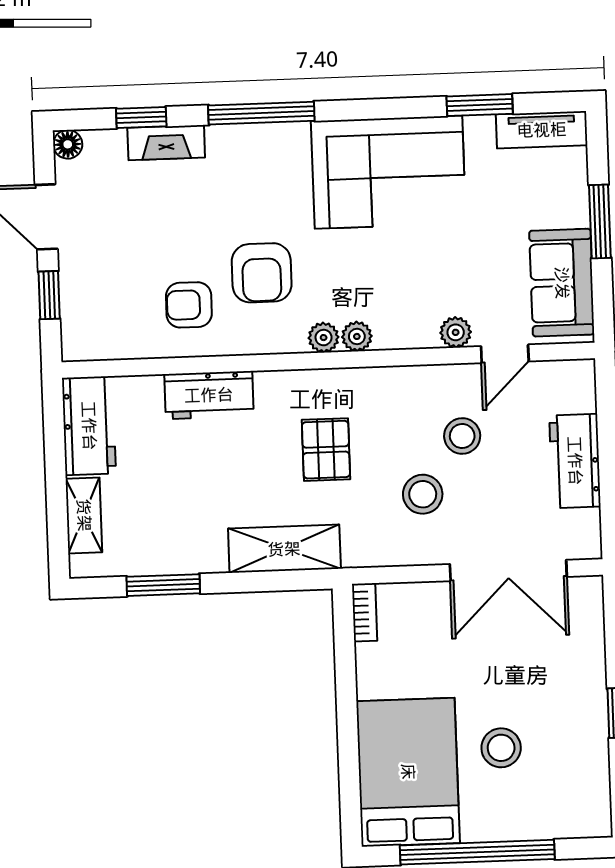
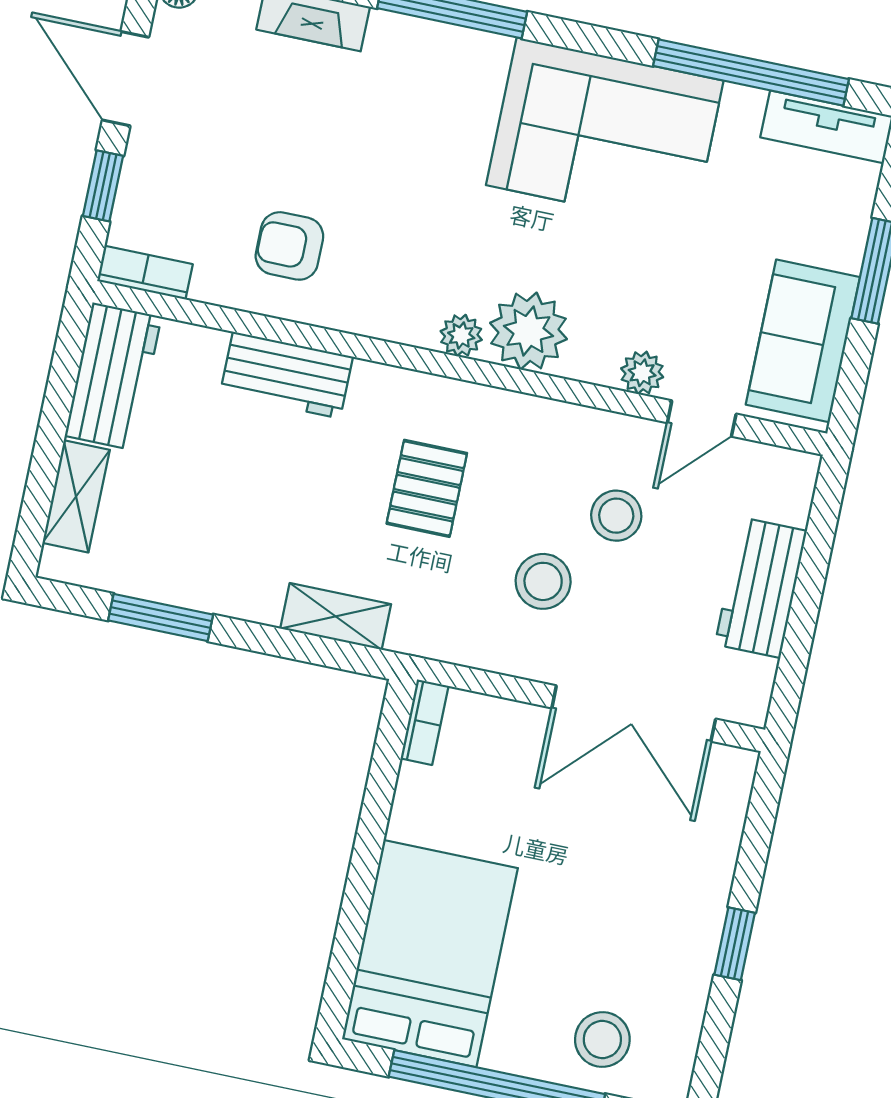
window: (480, 105) -> (751, 72), width x2.11
armchair: (262, 273) -> (399, 227), removed
plant: (357, 336) -> (528, 331), width x1.88, depth x1.88
bookcase: (93, 348) -> (145, 273), added
shelving: (284, 549) -> (336, 616), width x0.67, depth x0.75
stool: (501, 748) -> (602, 1039), moved

